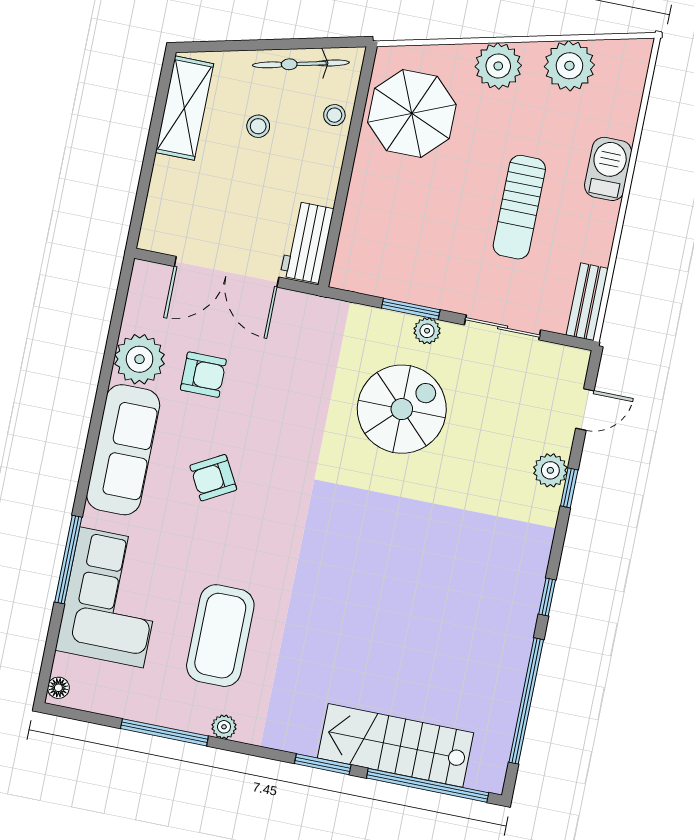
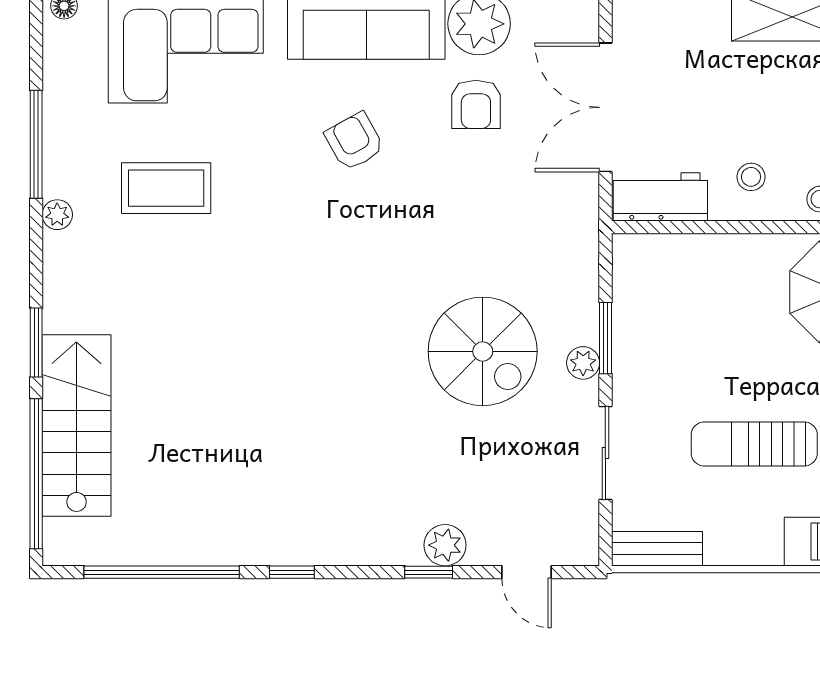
stool: (258, 126) -> (751, 177), moved
coffee table: (220, 636) -> (166, 188), width x0.73, depth x0.76

